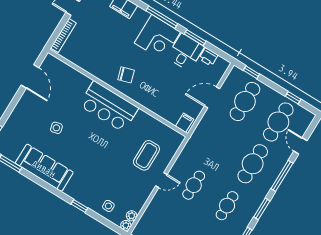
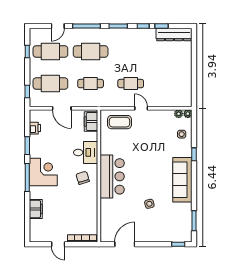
desk: (185, 52) -> (86, 152), moved, turned 180
filing cabinet: (185, 123) -> (91, 122), width x2.00
coffee table: (146, 155) -> (120, 122), moved
sofa: (44, 168) -> (182, 180), moved
cafe table: (227, 206) -> (91, 84), moved

